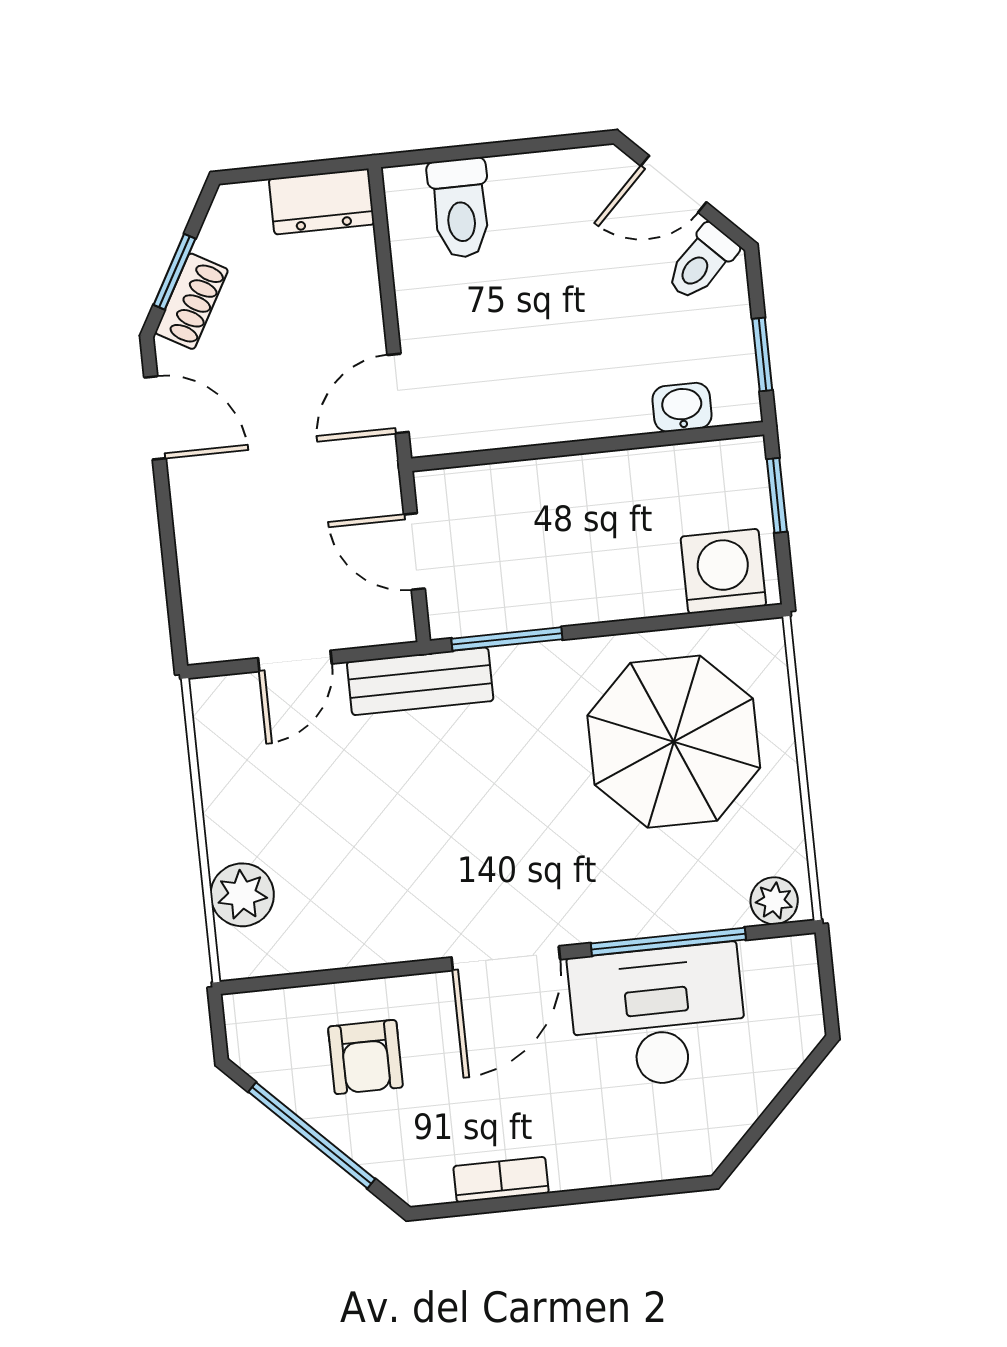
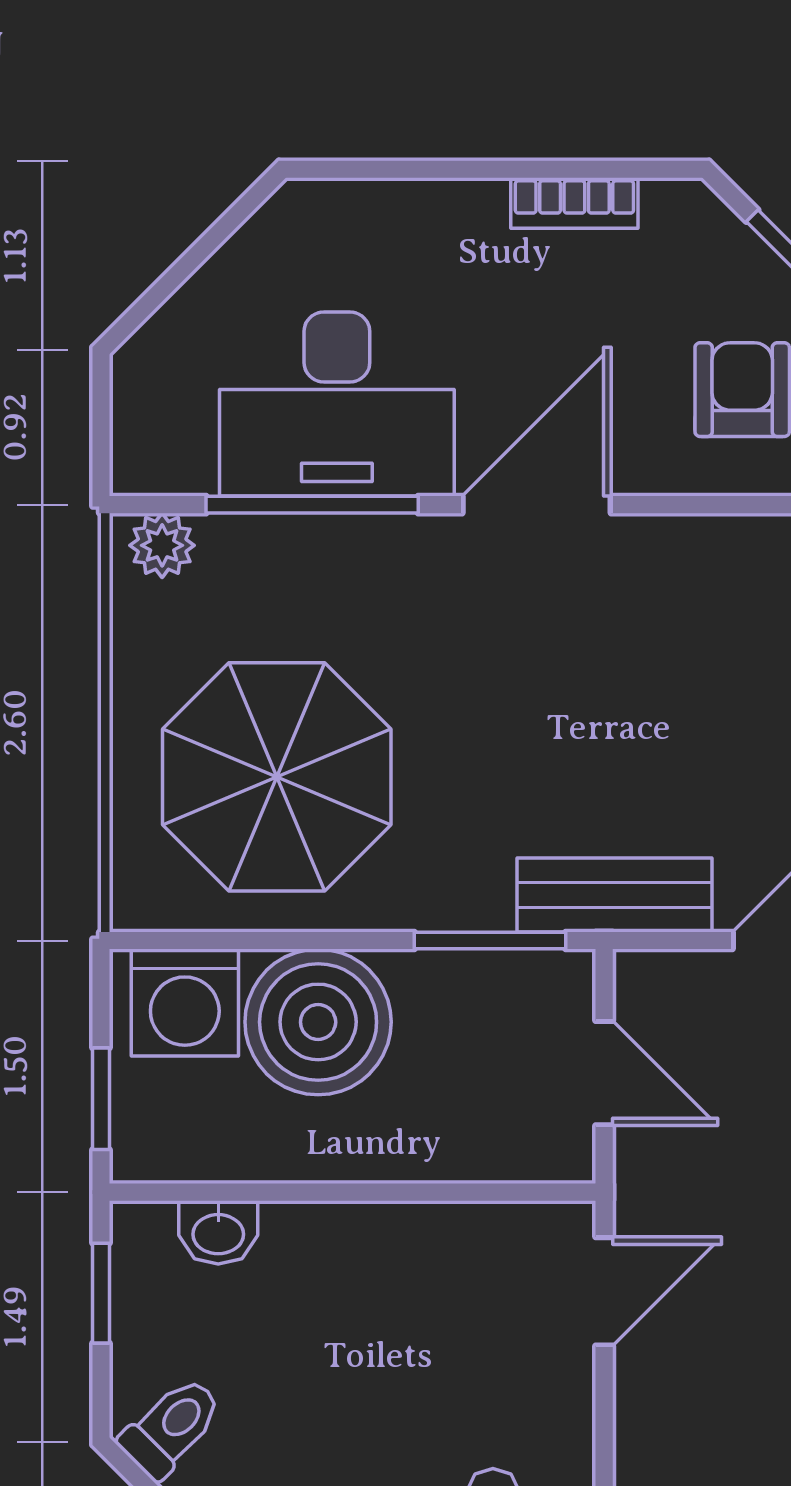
boiler: (625, 567) -> (318, 1022), added

